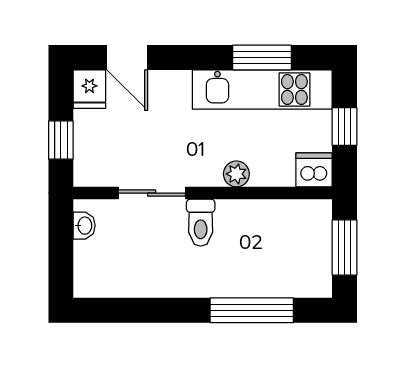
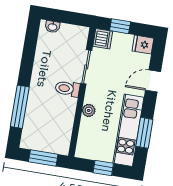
door: (127, 57) -> (153, 81), moved
dishwasher: (314, 170) -> (103, 39), moved
washbasin: (84, 226) -> (52, 27), moved

